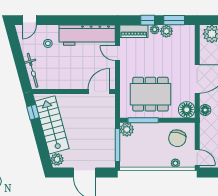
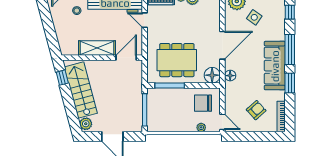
bicycle: (33, 70) -> (62, 37), removed
shelving: (69, 82) -> (97, 48), added
plant: (127, 129) -> (154, 95), removed
chair: (177, 138) -> (203, 103), turned 75

